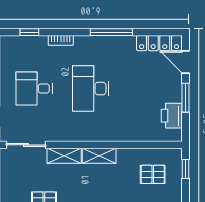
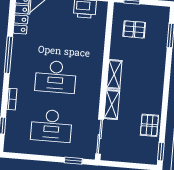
desk: (34, 89) -> (51, 126), width x1.37
pallet: (153, 174) -> (134, 29), turned 90

